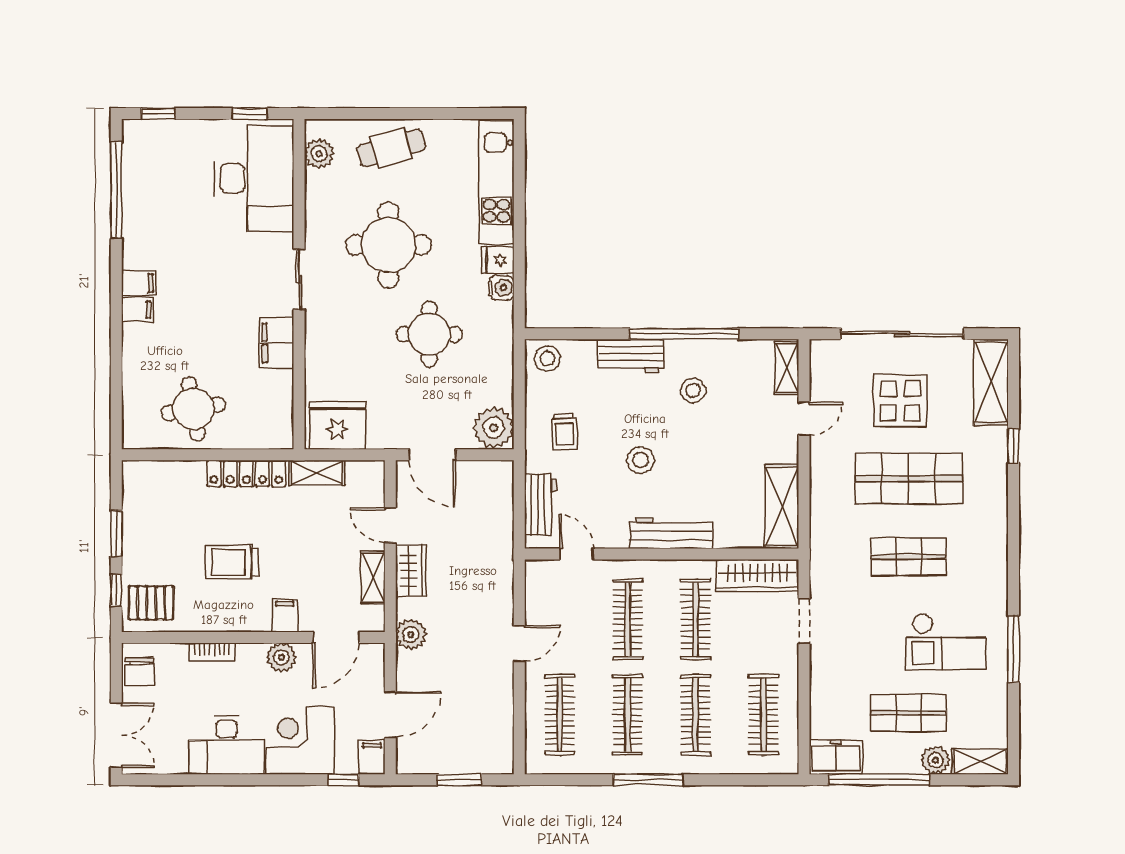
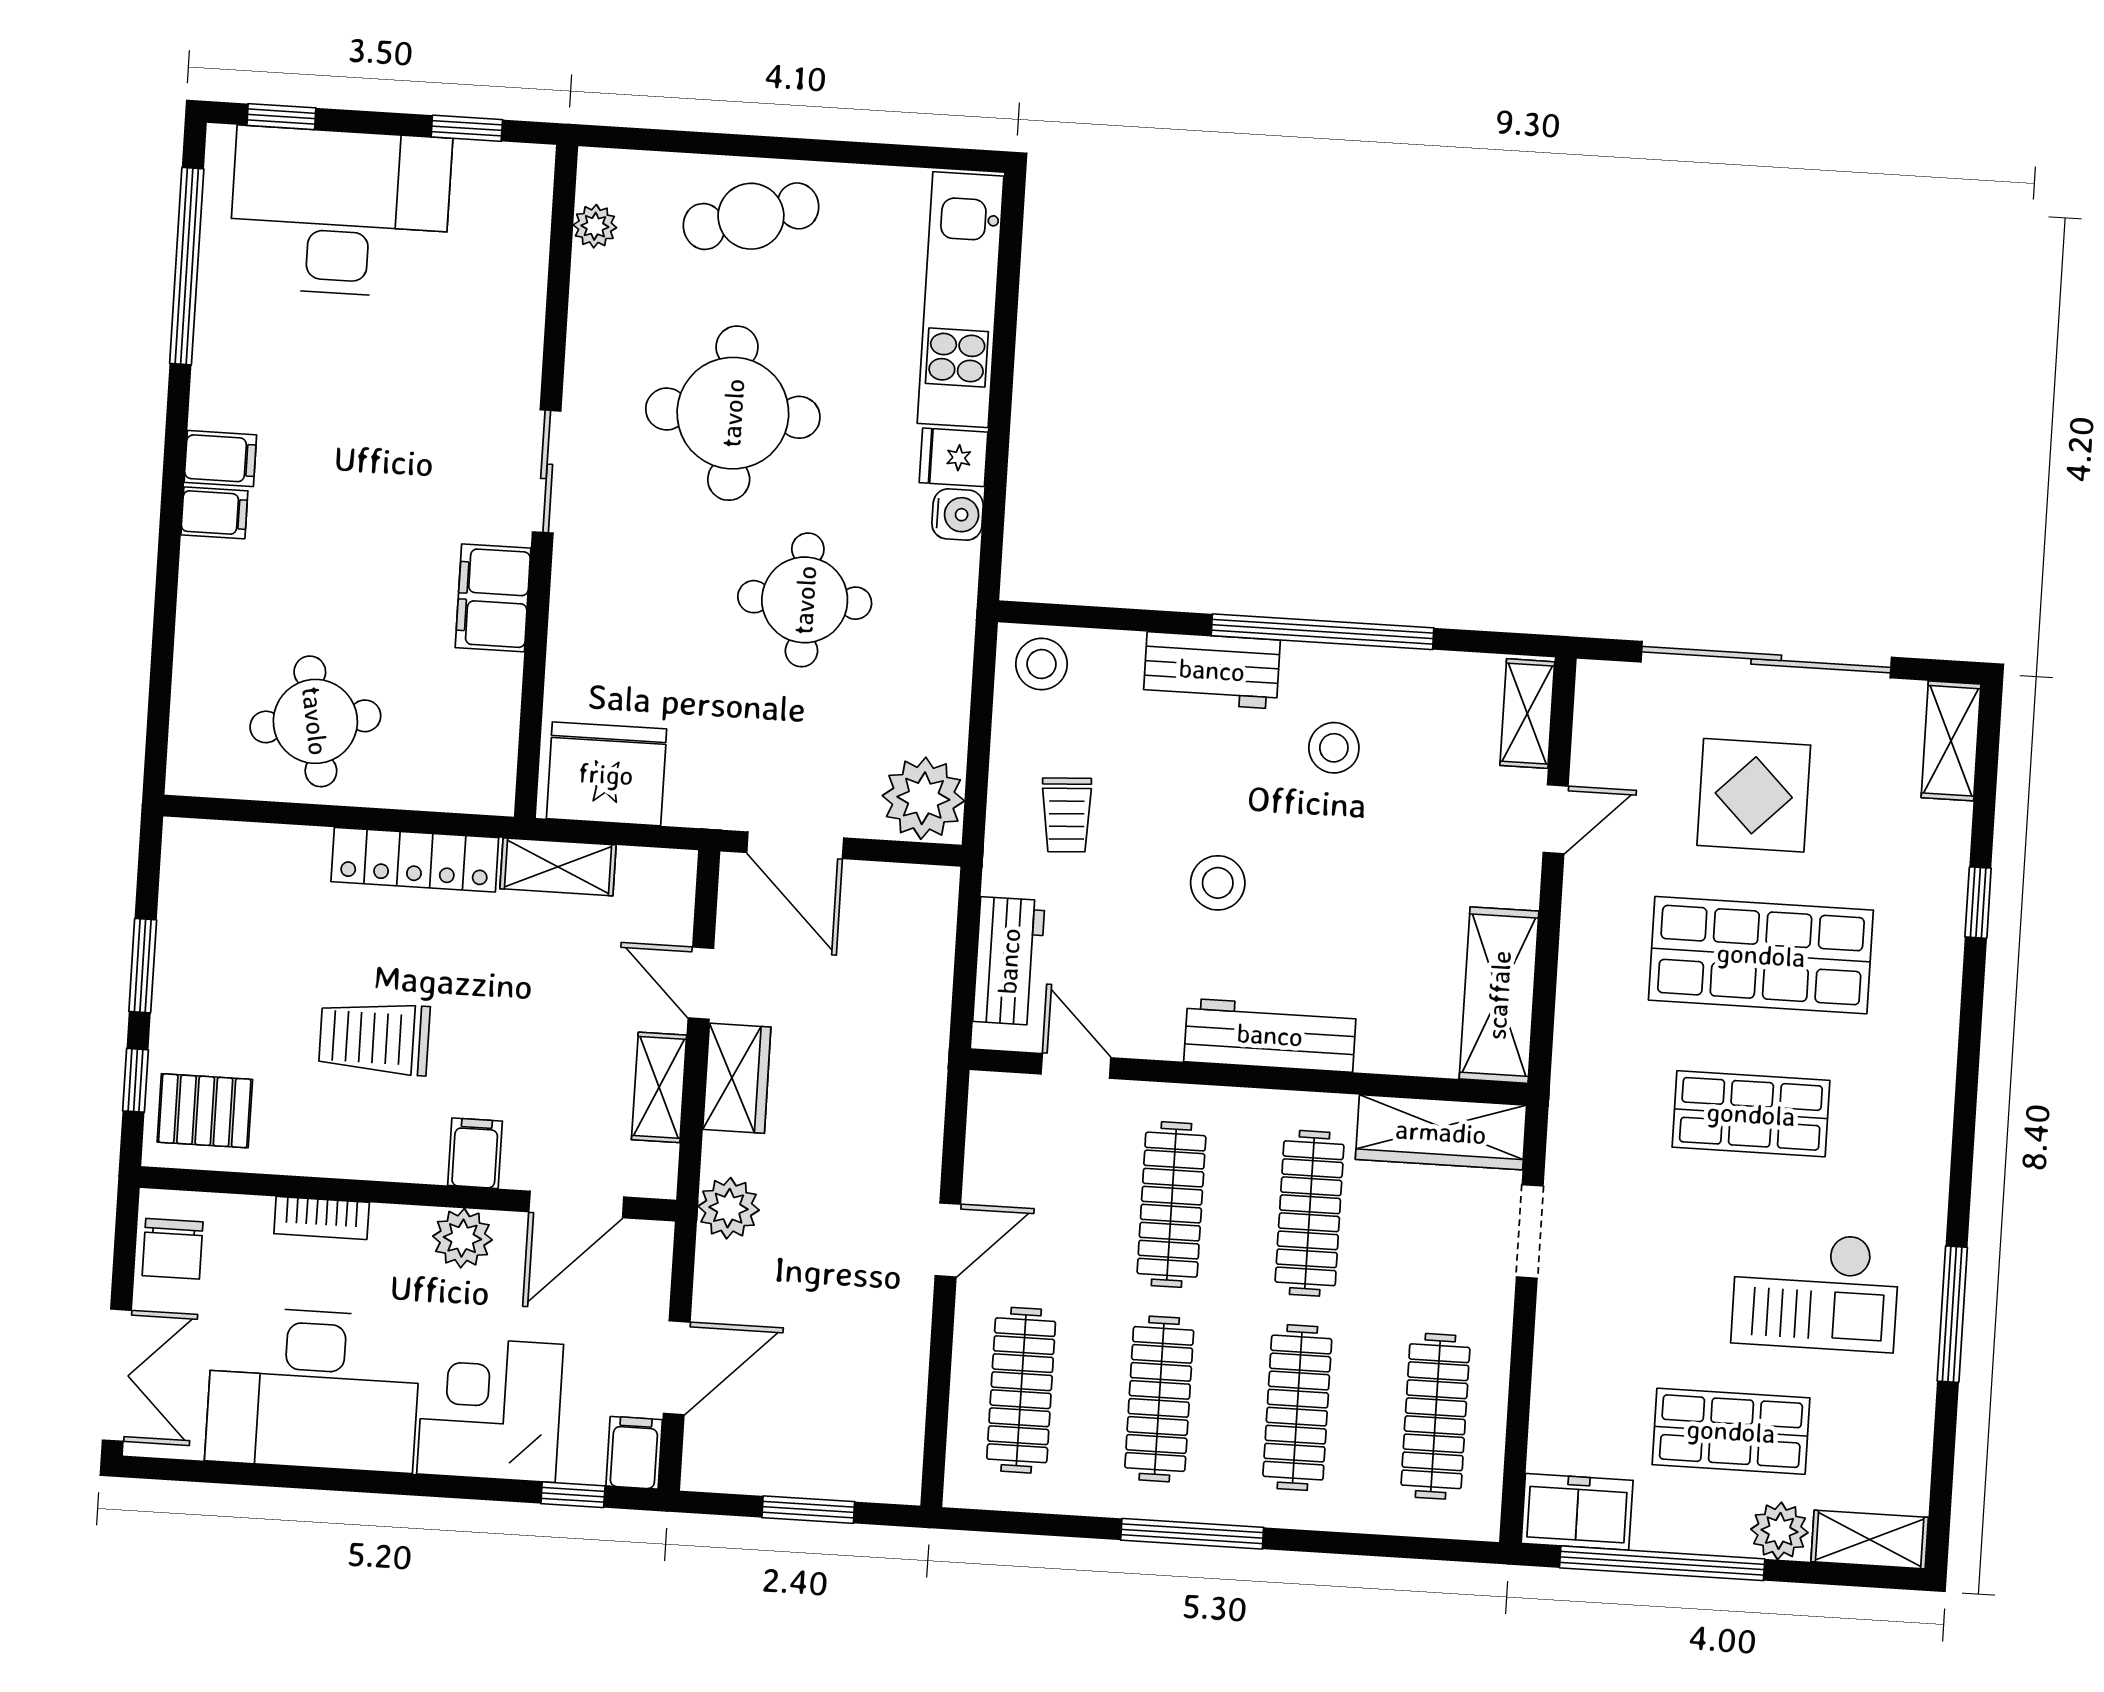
plant: (319, 154) -> (595, 226), width x0.73, depth x0.73
desk: (254, 178) -> (340, 212), moved, turned -90
shelving: (991, 382) -> (1951, 741), width x0.67, depth x0.75
desk: (227, 745) -> (313, 1389), width x1.36, depth x1.30

